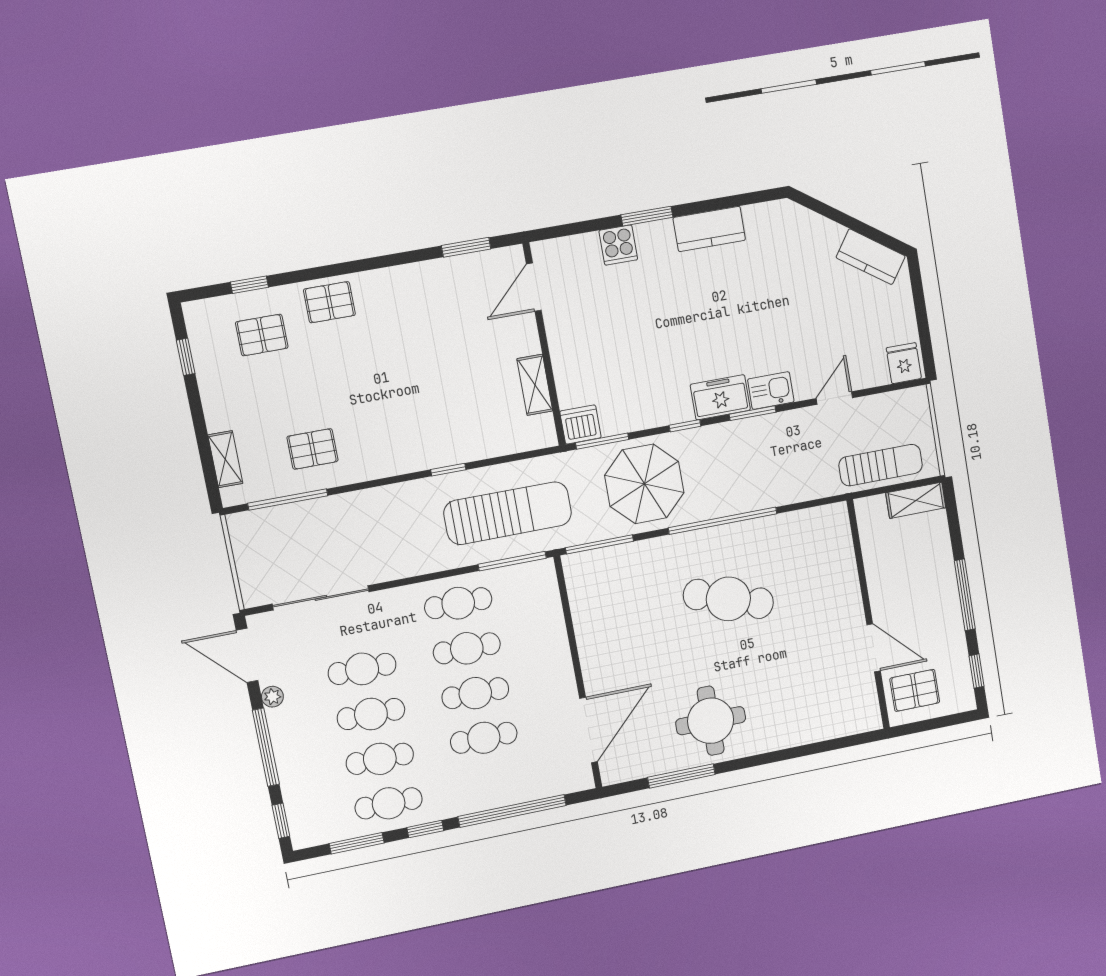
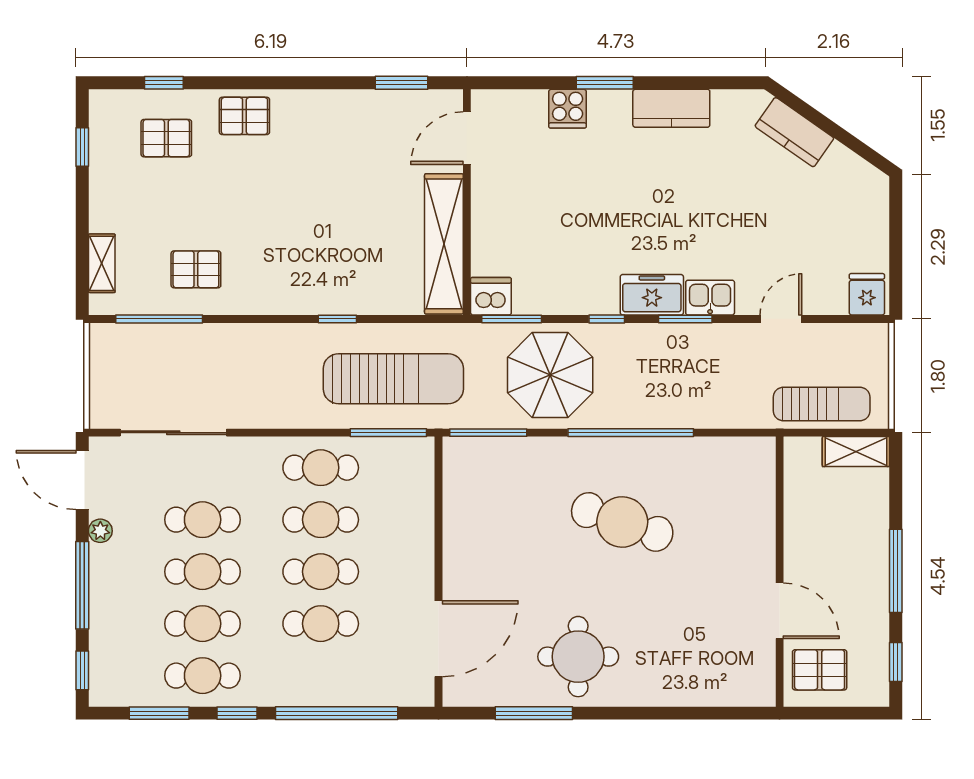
kitchen counter: (871, 257) -> (794, 132), moved
shelving: (535, 385) -> (444, 244), width x2.20, depth x1.33

